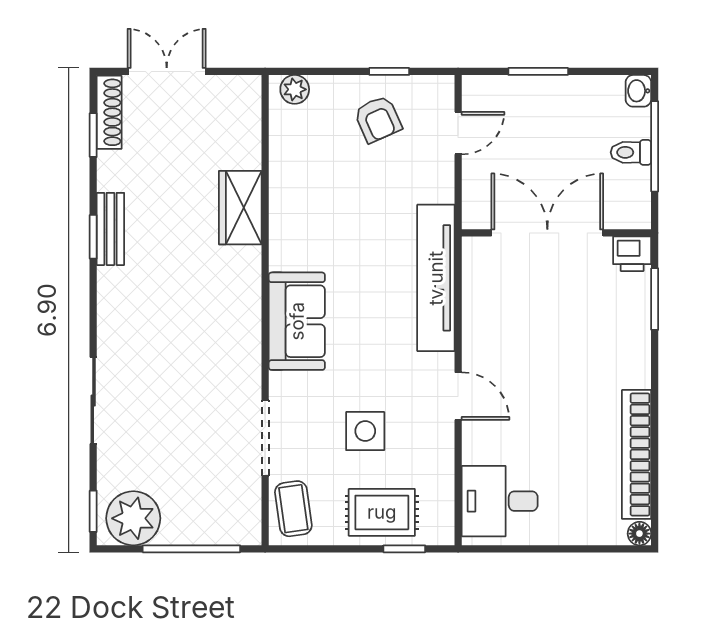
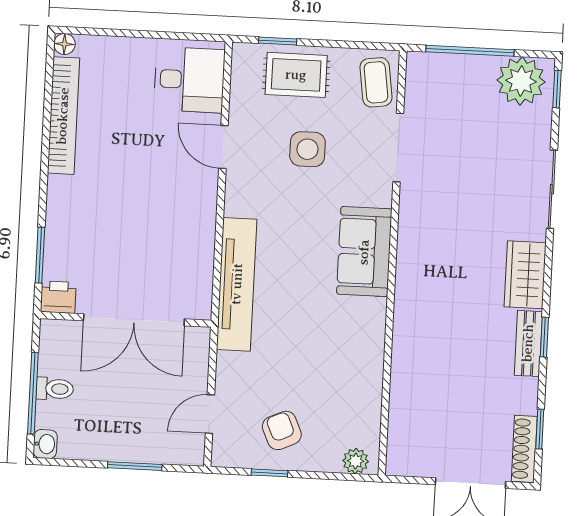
wardrobe: (240, 208) -> (525, 275), moved, turned 180
door: (458, 396) -> (223, 147), moved

